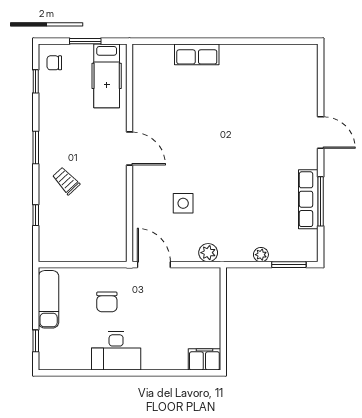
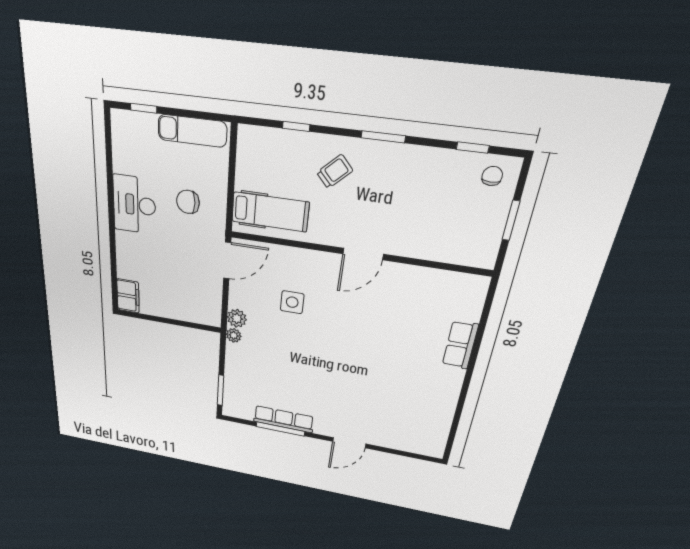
hospital bed: (107, 76) -> (270, 212), moved, turned 180
plant: (261, 255) -> (234, 335), moved

